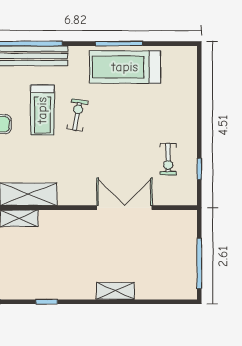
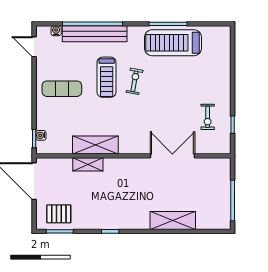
shelving: (115, 291) -> (173, 221), width x1.50, depth x1.33

